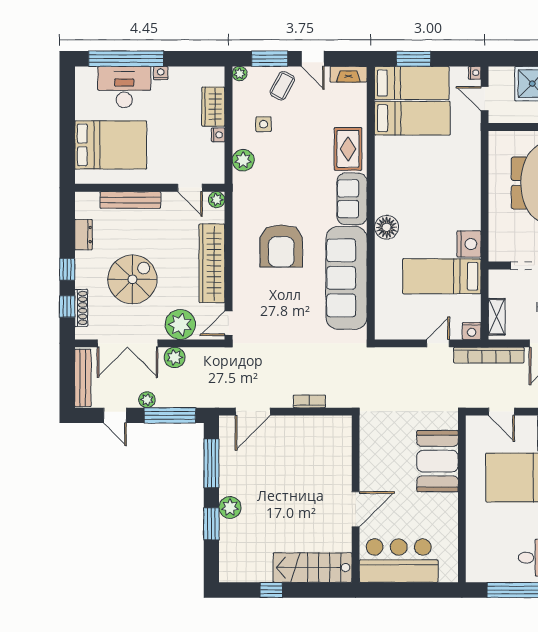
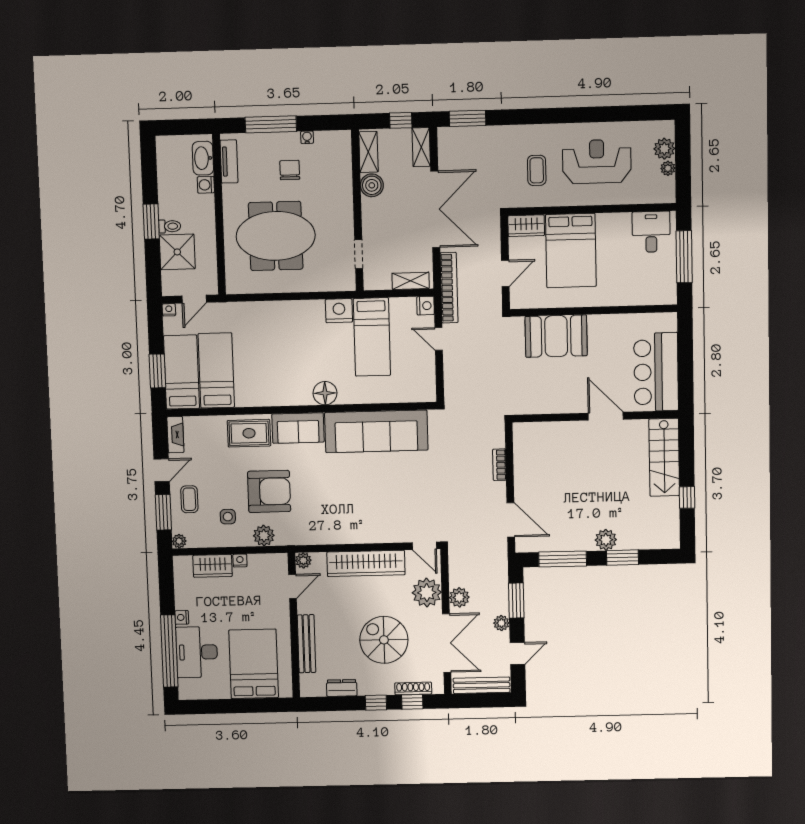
coffee table: (282, 86) -> (189, 499), turned 62
armchair: (281, 246) -> (269, 491), moved
window: (170, 415) -> (516, 601), width x0.69

